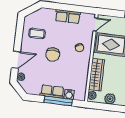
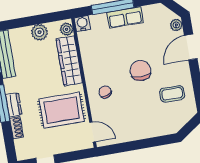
row of seats: (68, 16) -> (136, 132), removed
door: (95, 24) -> (93, 132), swing flipped
water cooler: (69, 94) -> (82, 24), moved

